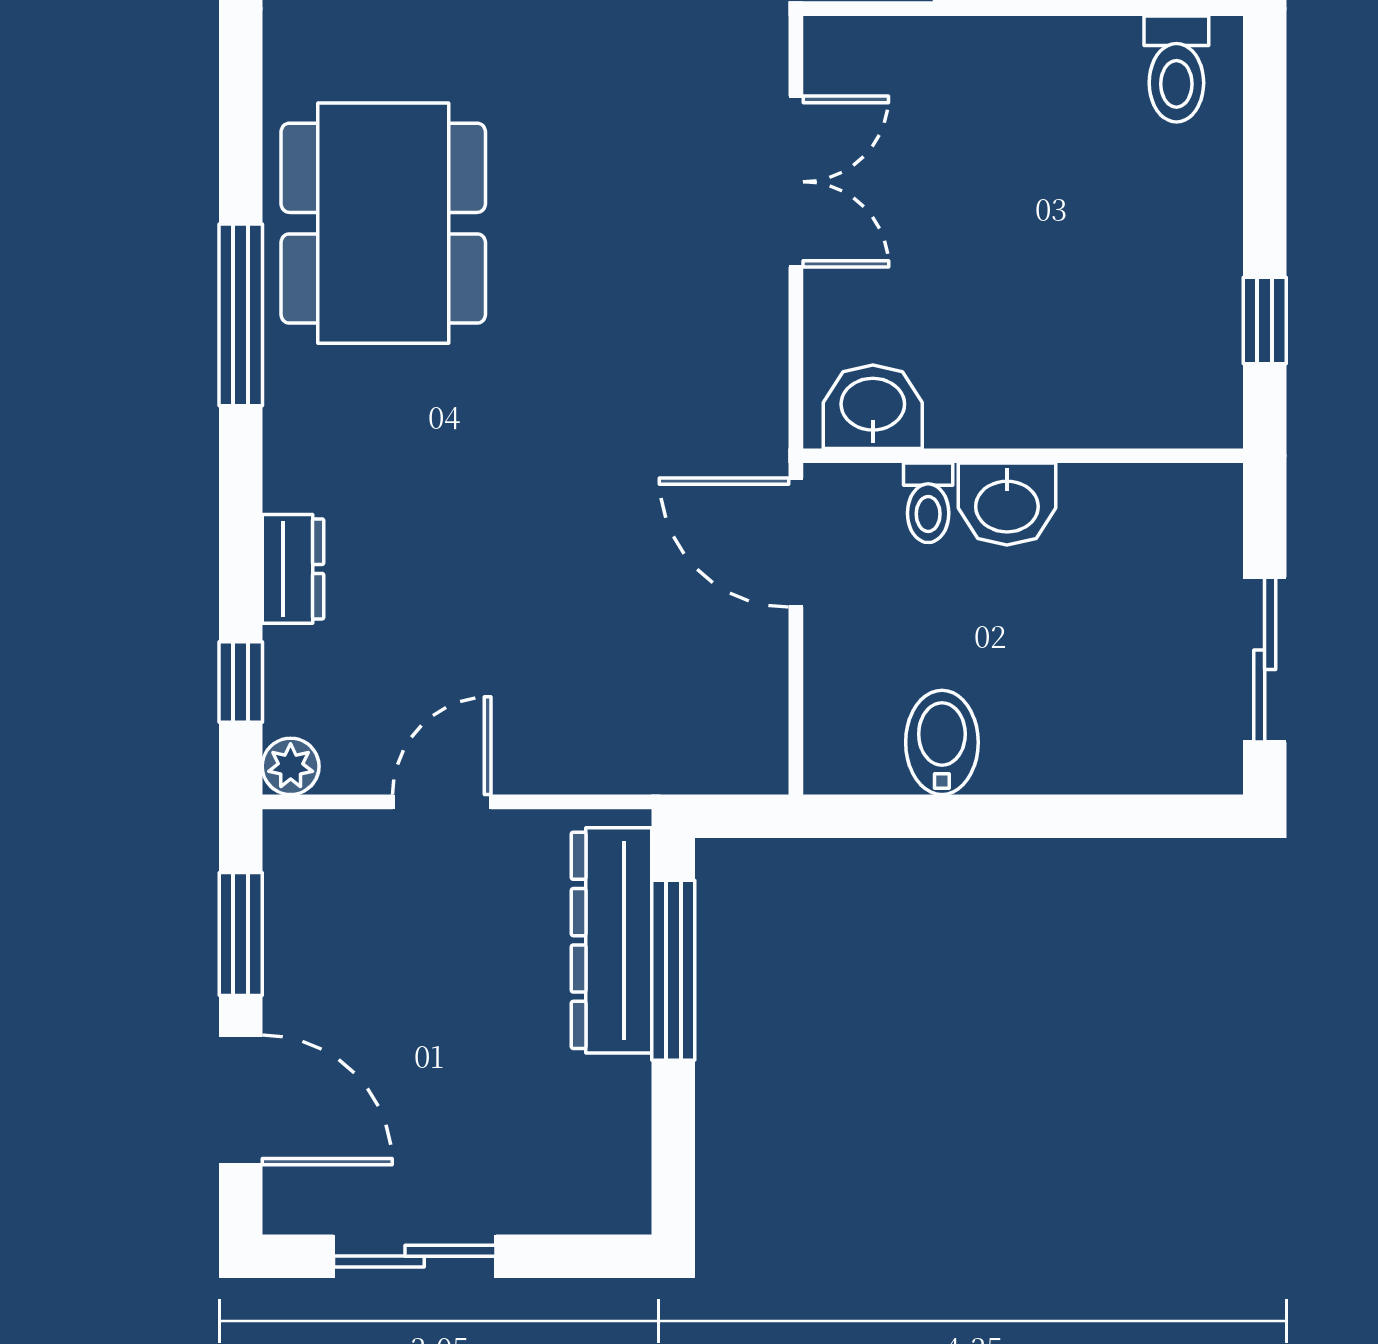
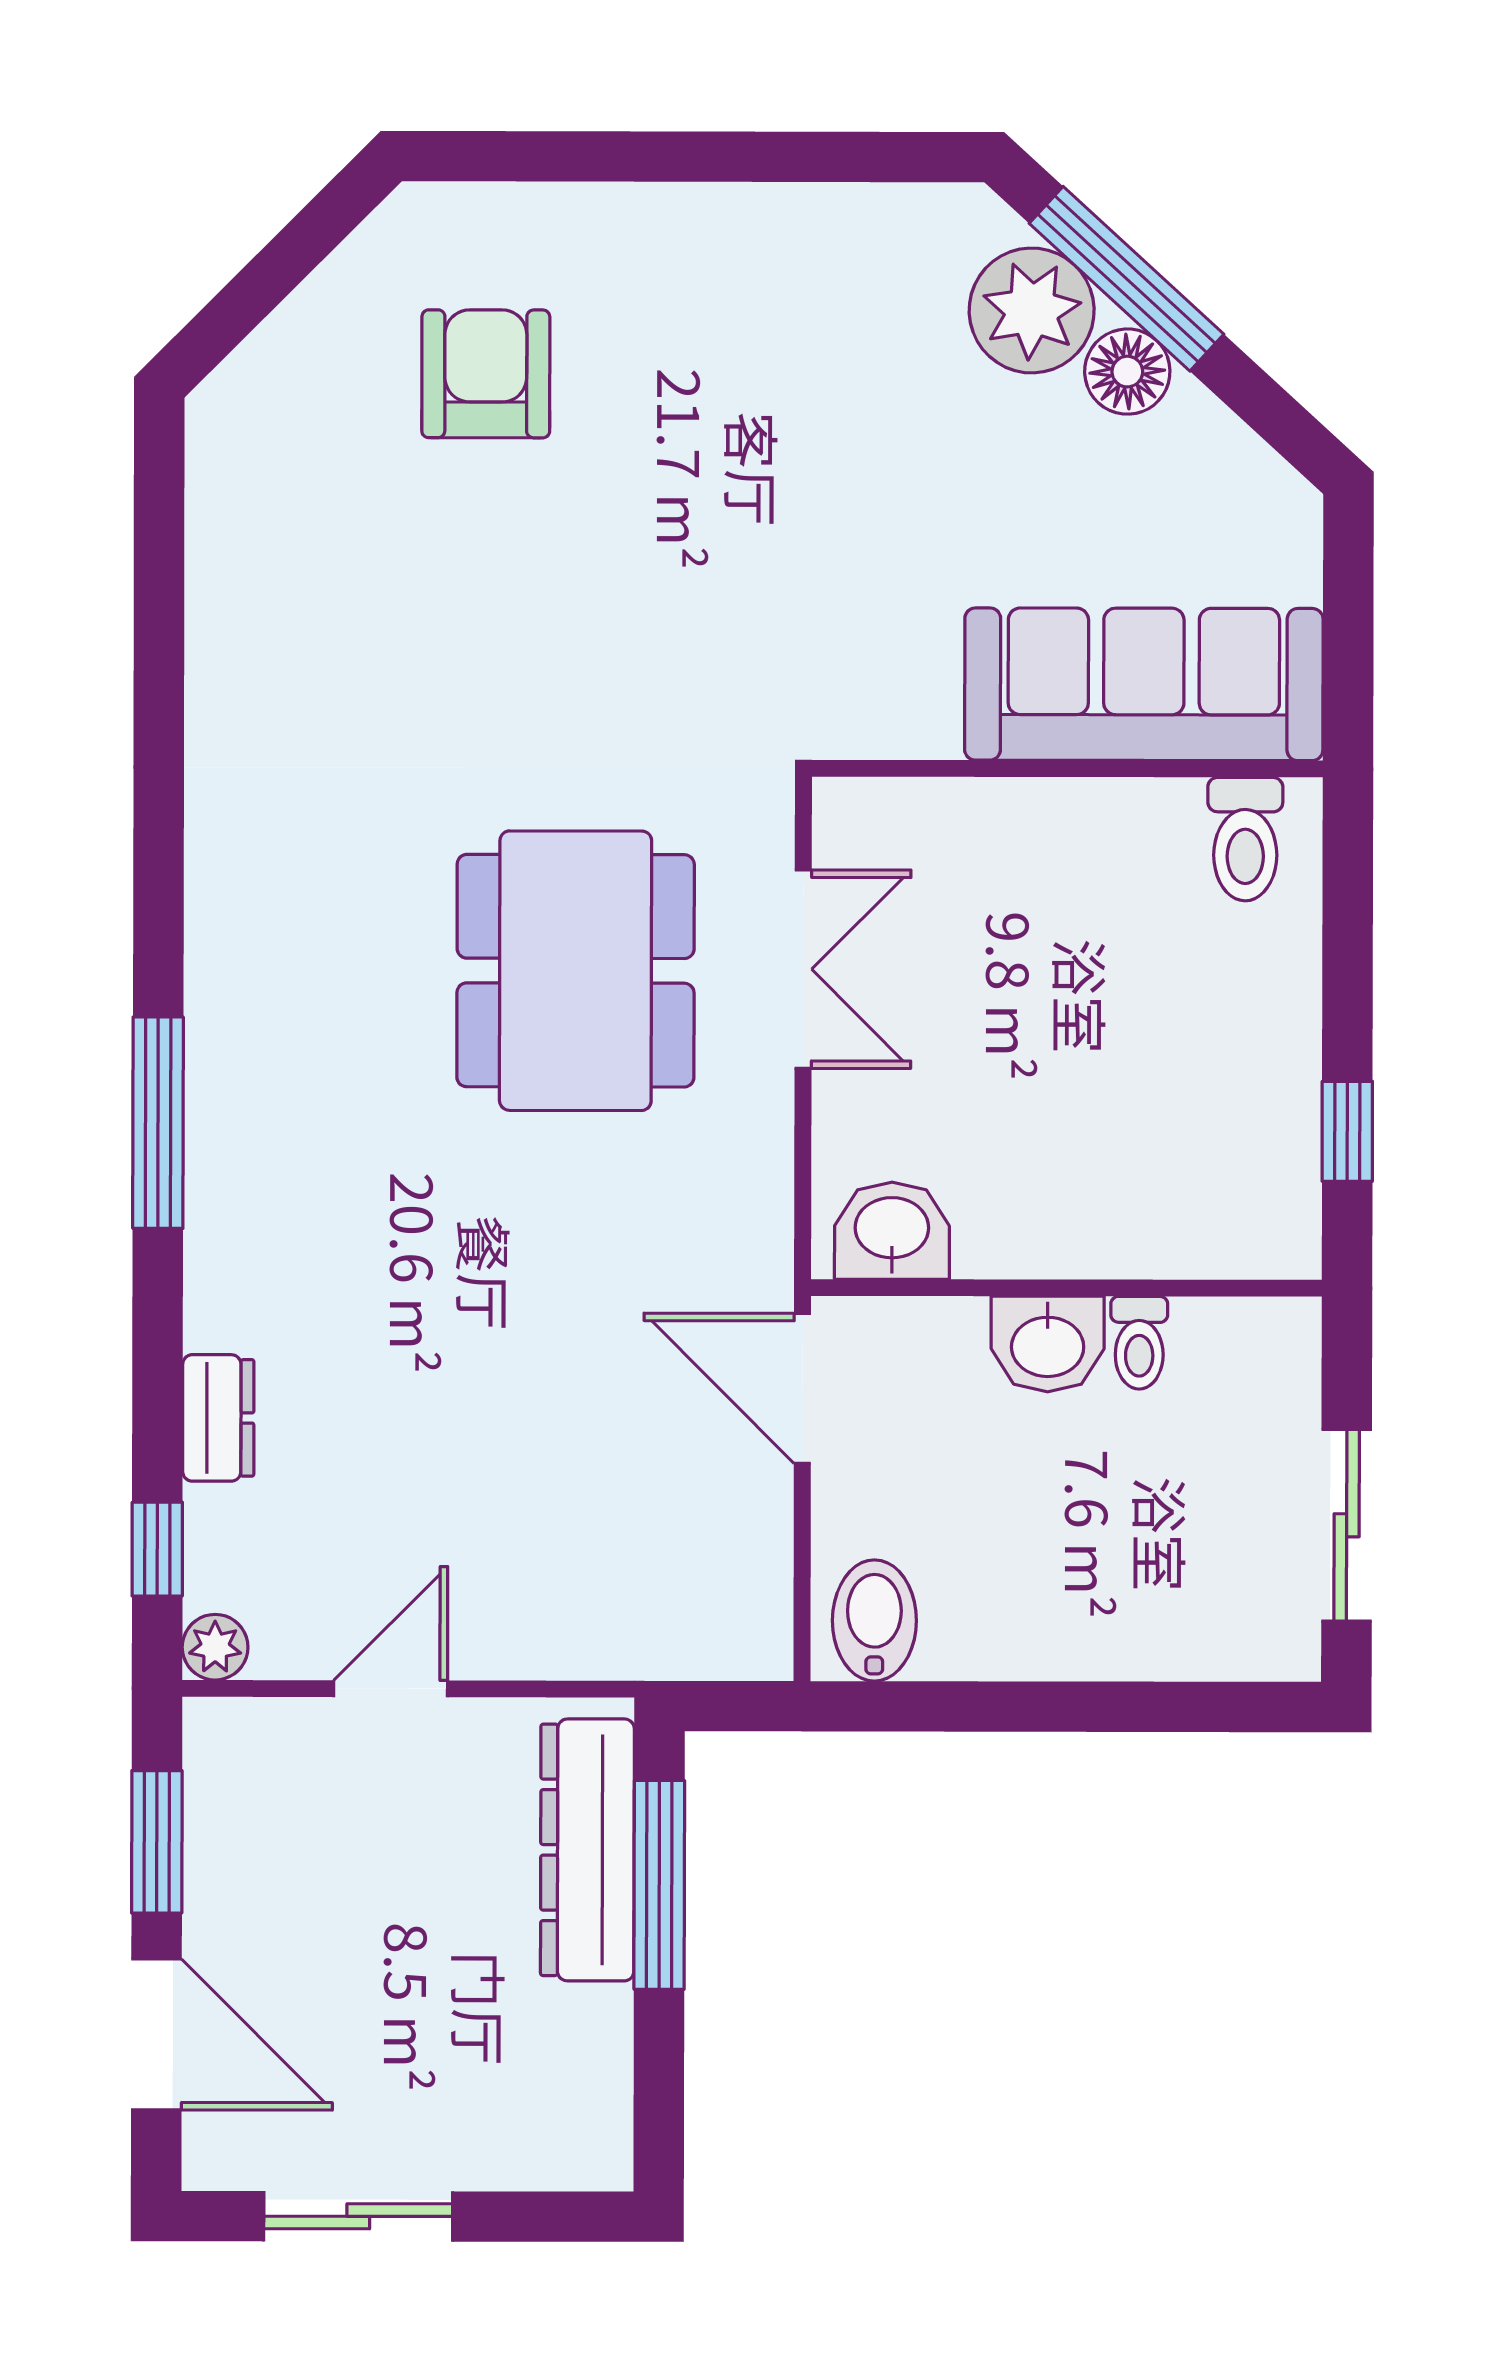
dining table: (383, 223) -> (576, 971), moved
toilet: (928, 503) -> (1139, 1343), moved
bidet: (942, 742) -> (874, 1620), moved

